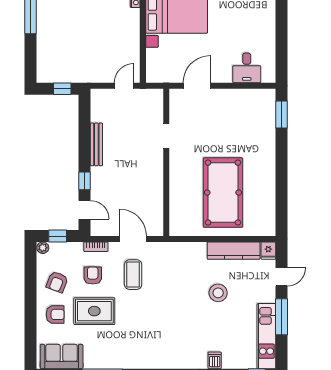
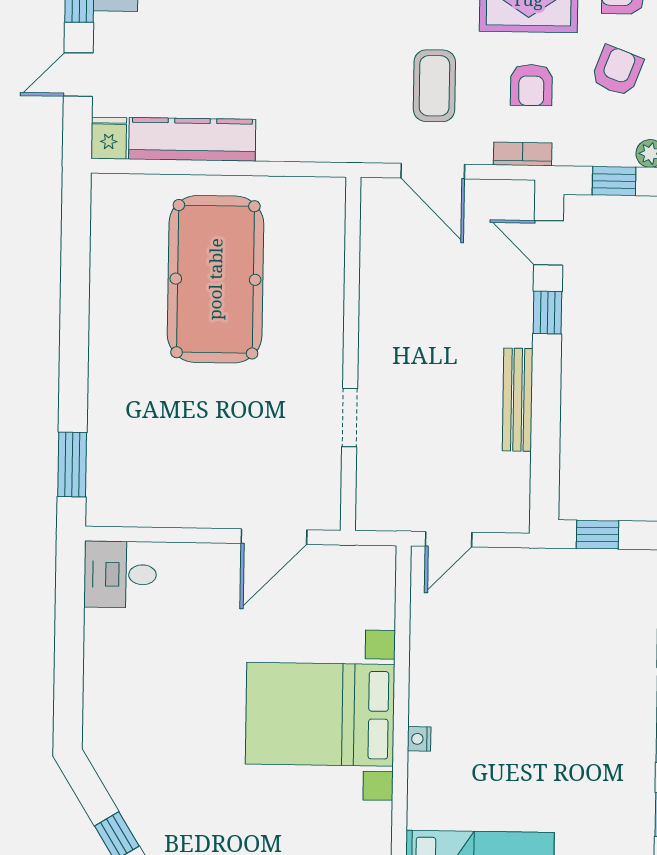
desk: (247, 68) -> (120, 574), moved, turned -90
stool: (218, 293) -> (231, 38), removed

